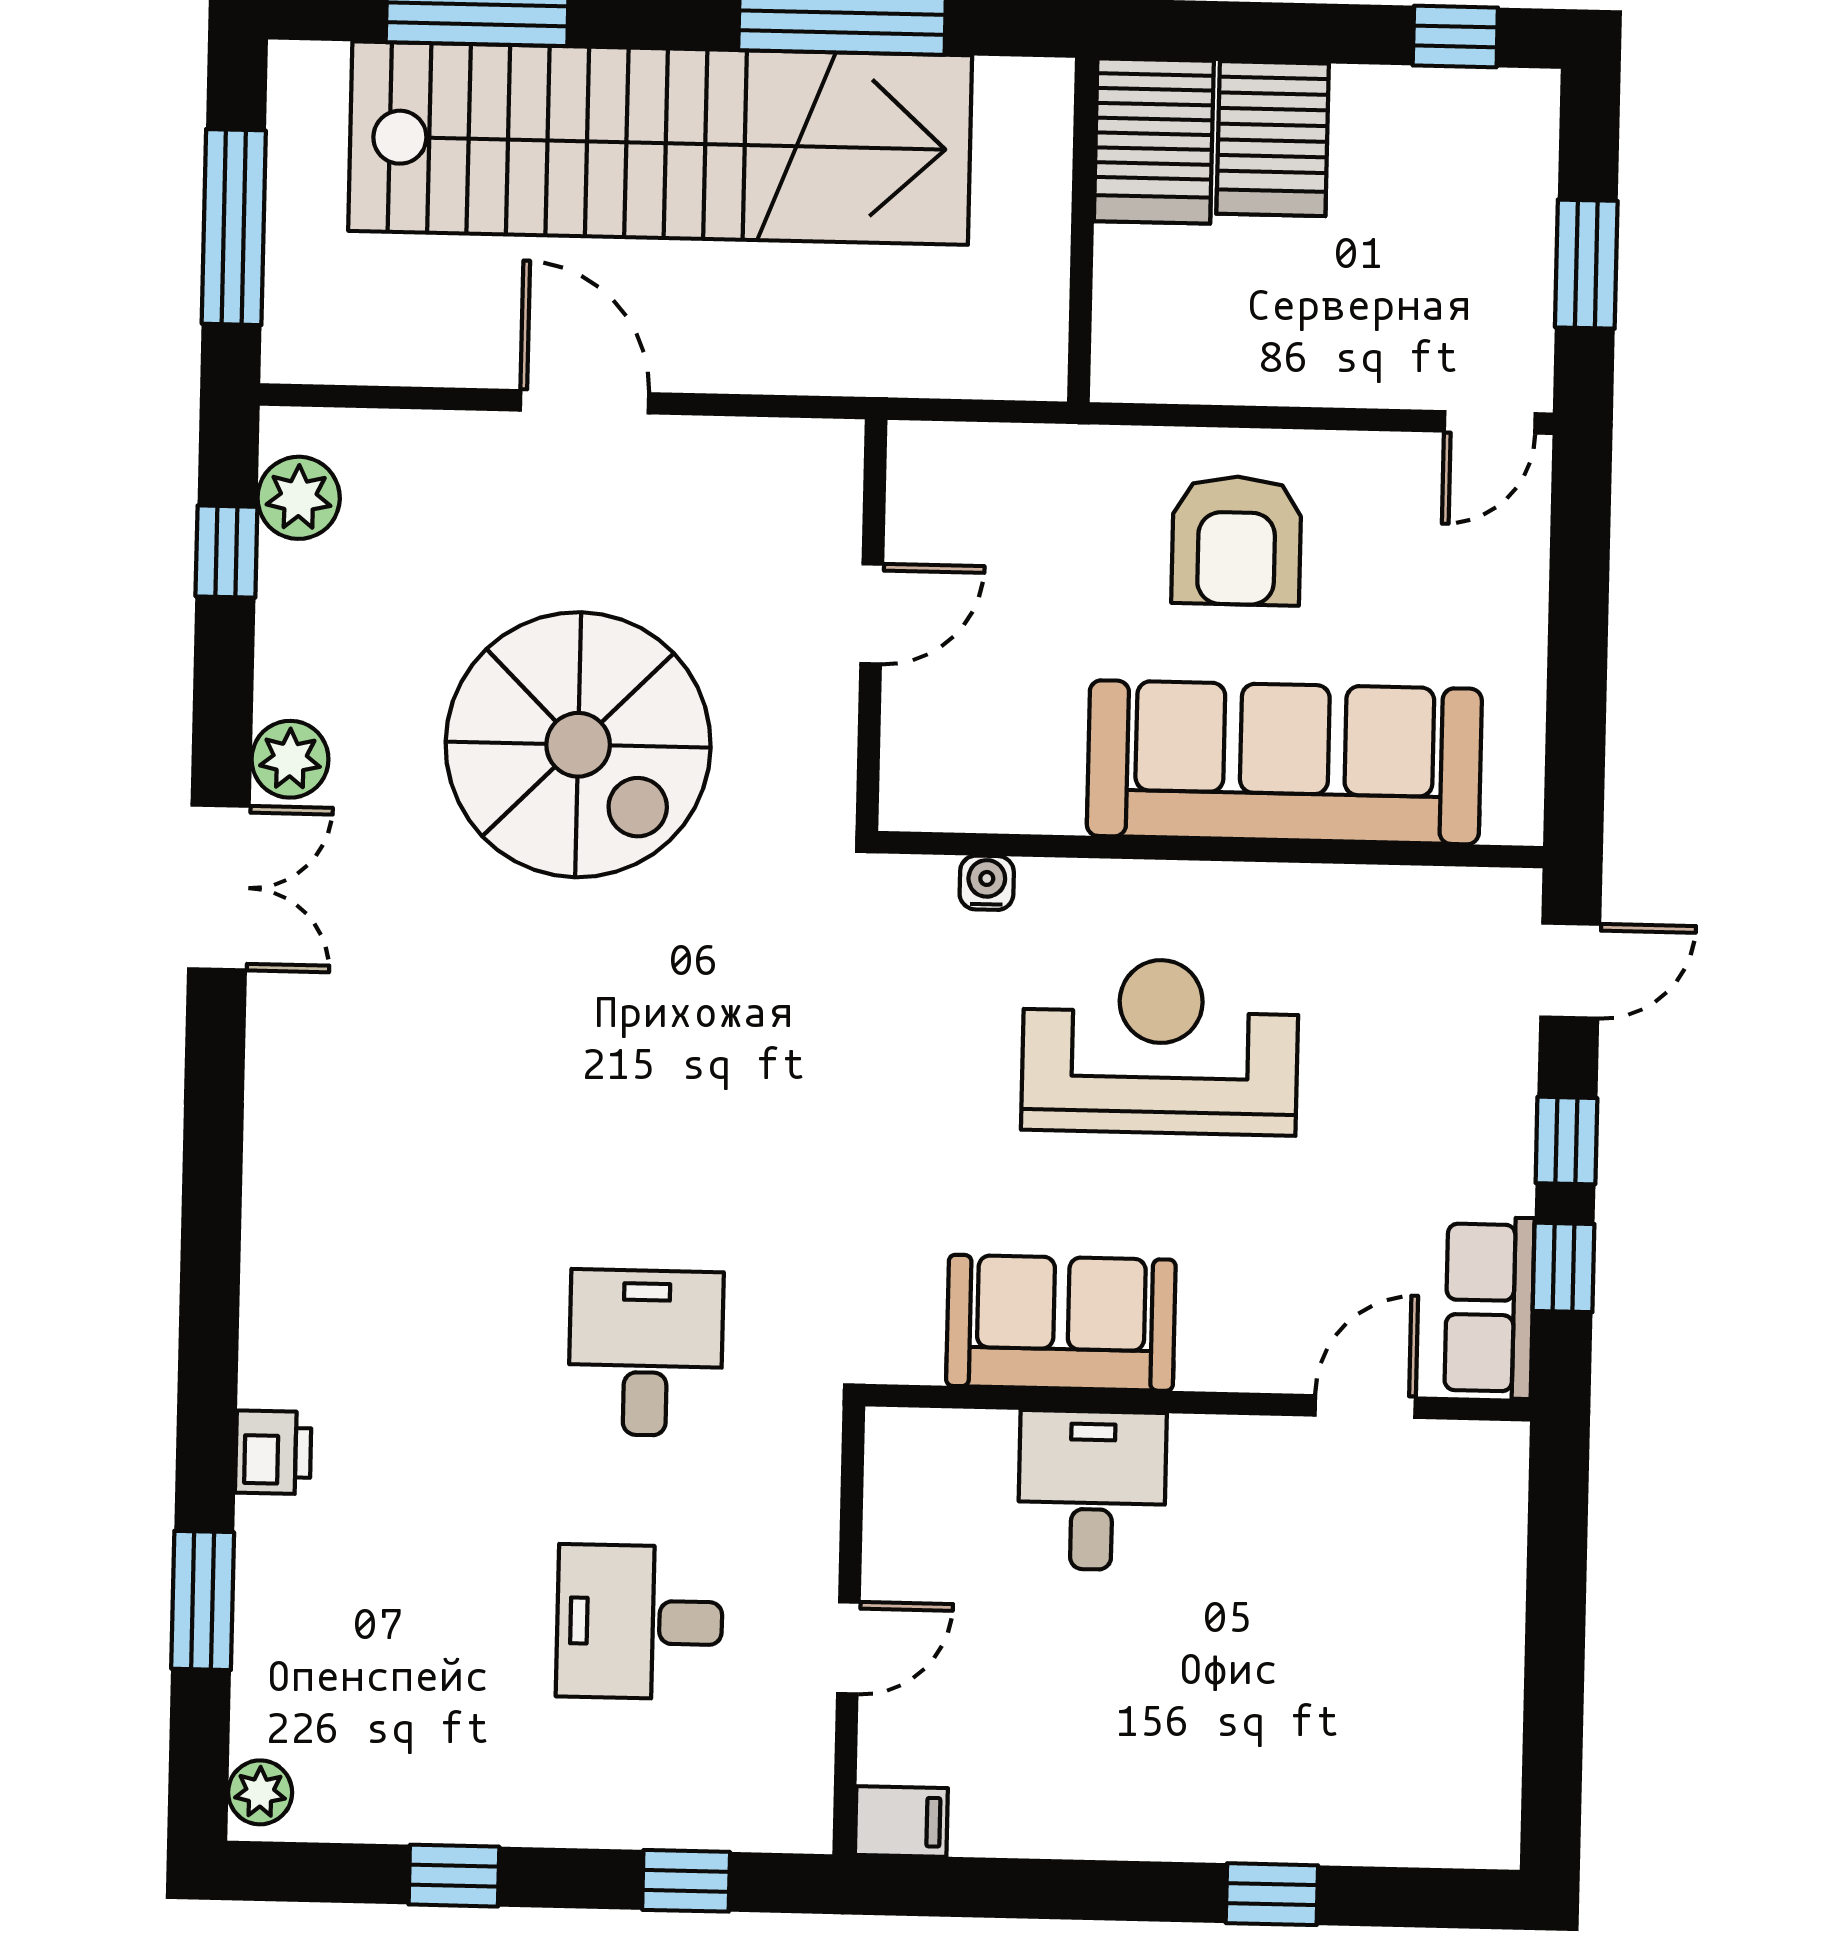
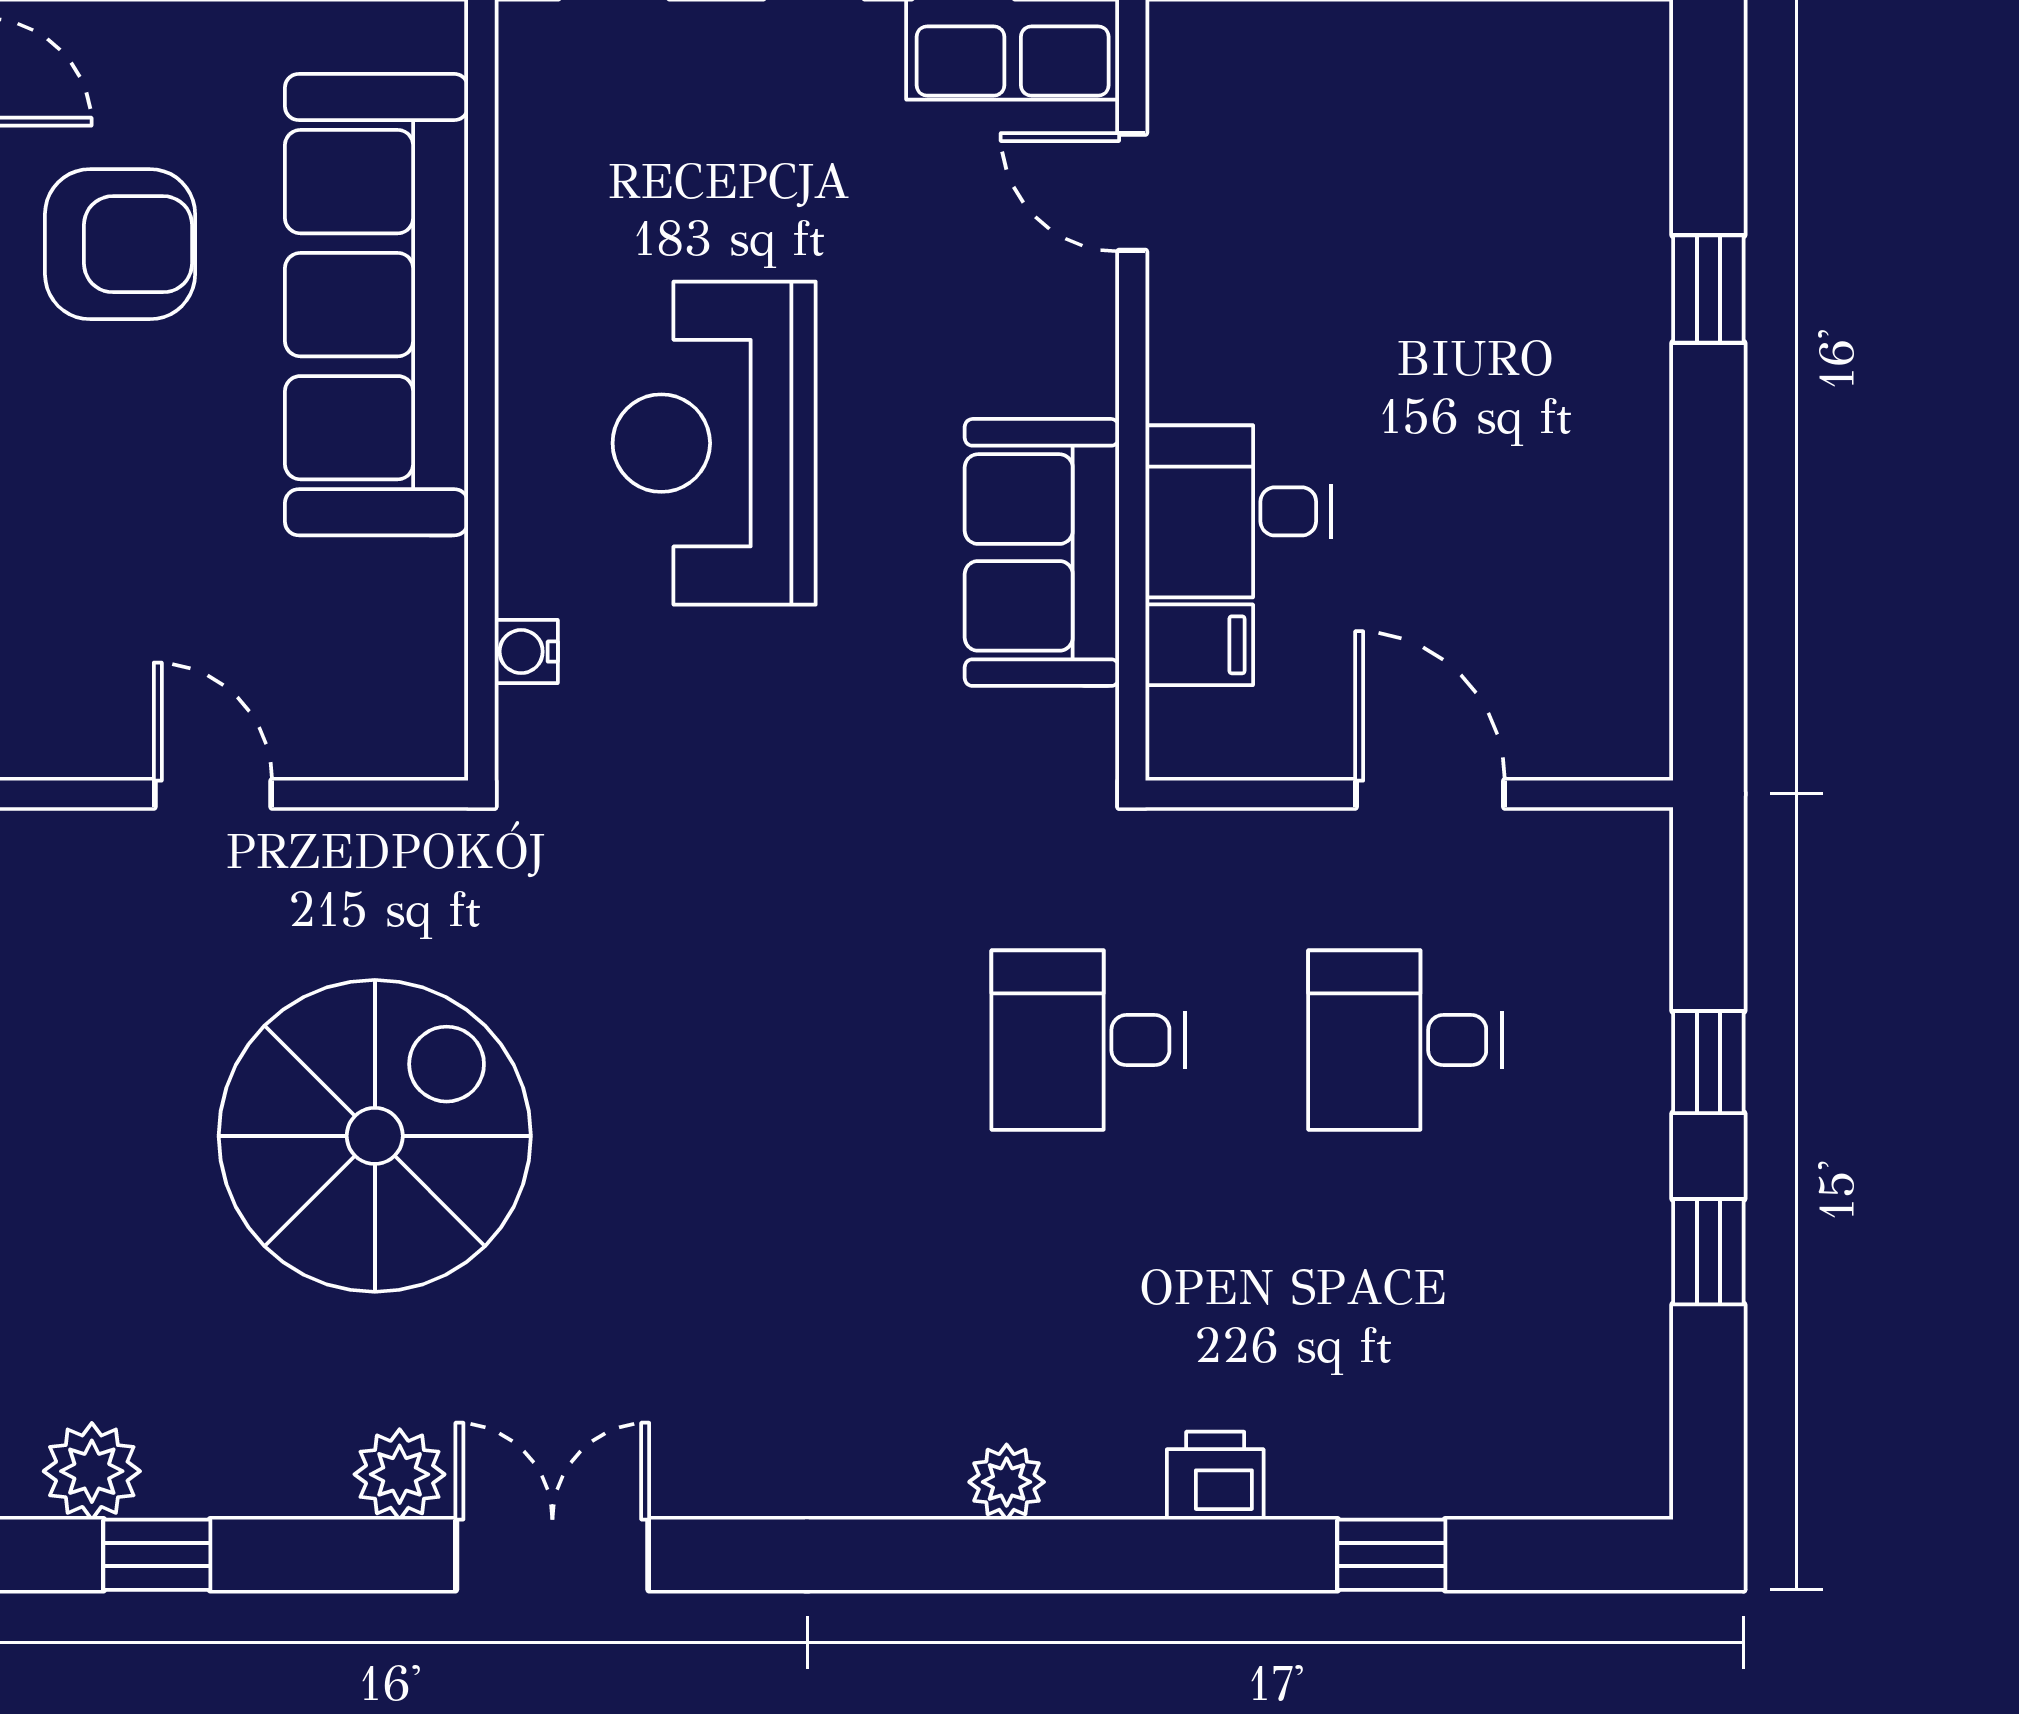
armchair: (1236, 541) -> (120, 244), moved
window: (203, 1600) -> (1391, 1555), width x0.67
desk: (640, 1622) -> (1405, 1040), turned 90
door: (848, 1648) -> (1430, 794), width x1.38
plant: (260, 1792) -> (1007, 1482), moved
filing cabinet: (901, 1822) -> (1199, 645), moved, turned 90
window: (686, 1881) -> (1708, 1062), moved

